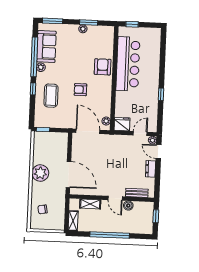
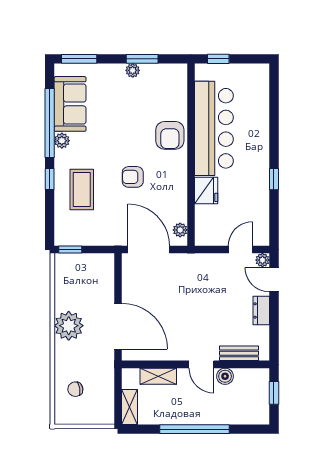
armchair: (103, 67) -> (170, 135), turned 180
fridge: (122, 124) -> (206, 190), moved, turned 90

